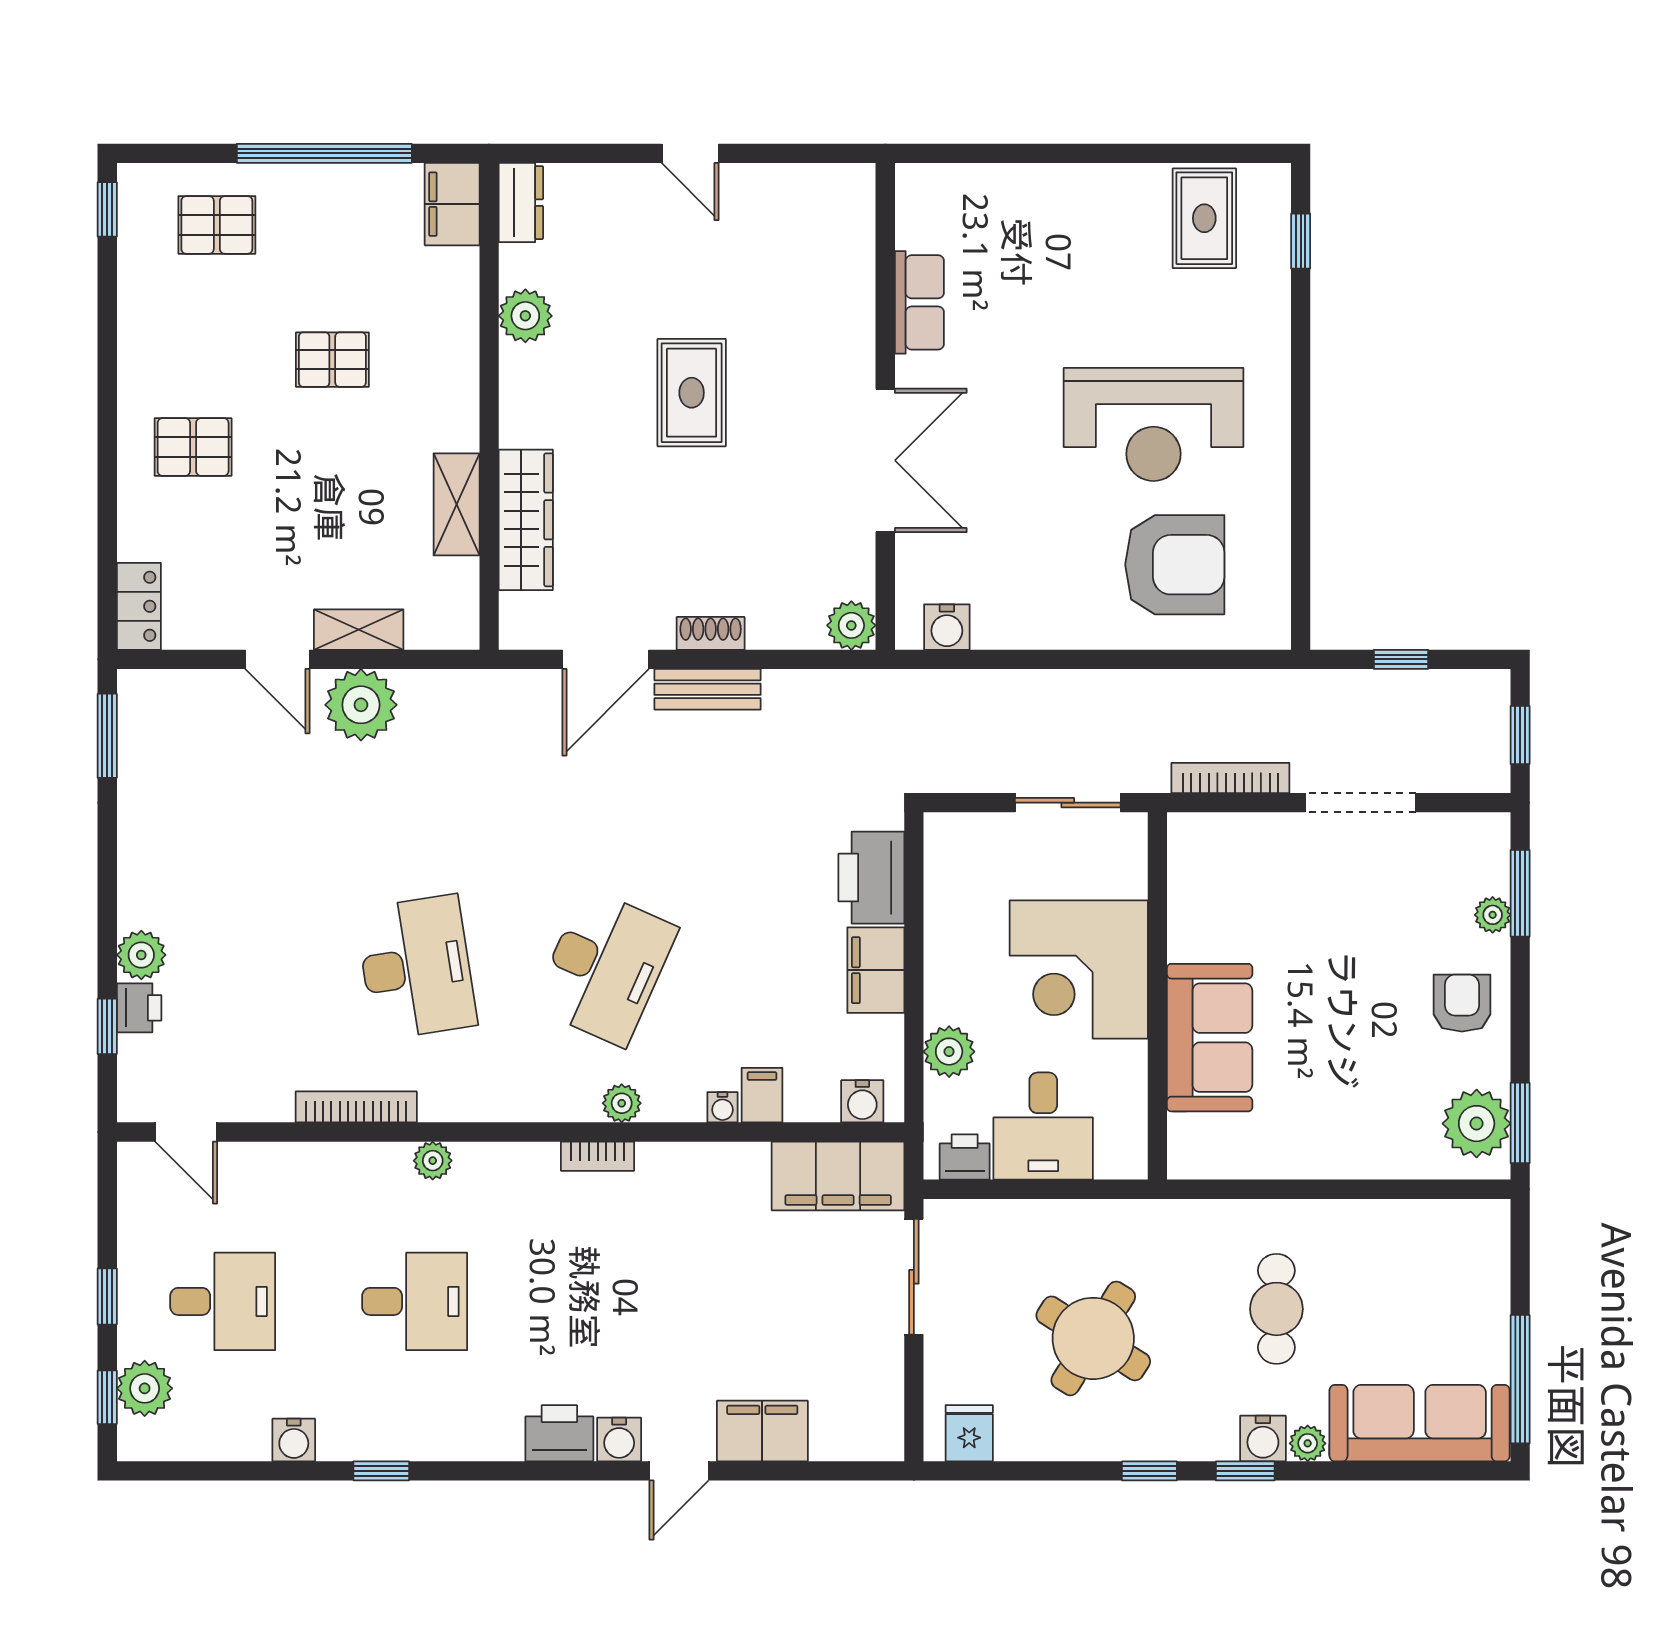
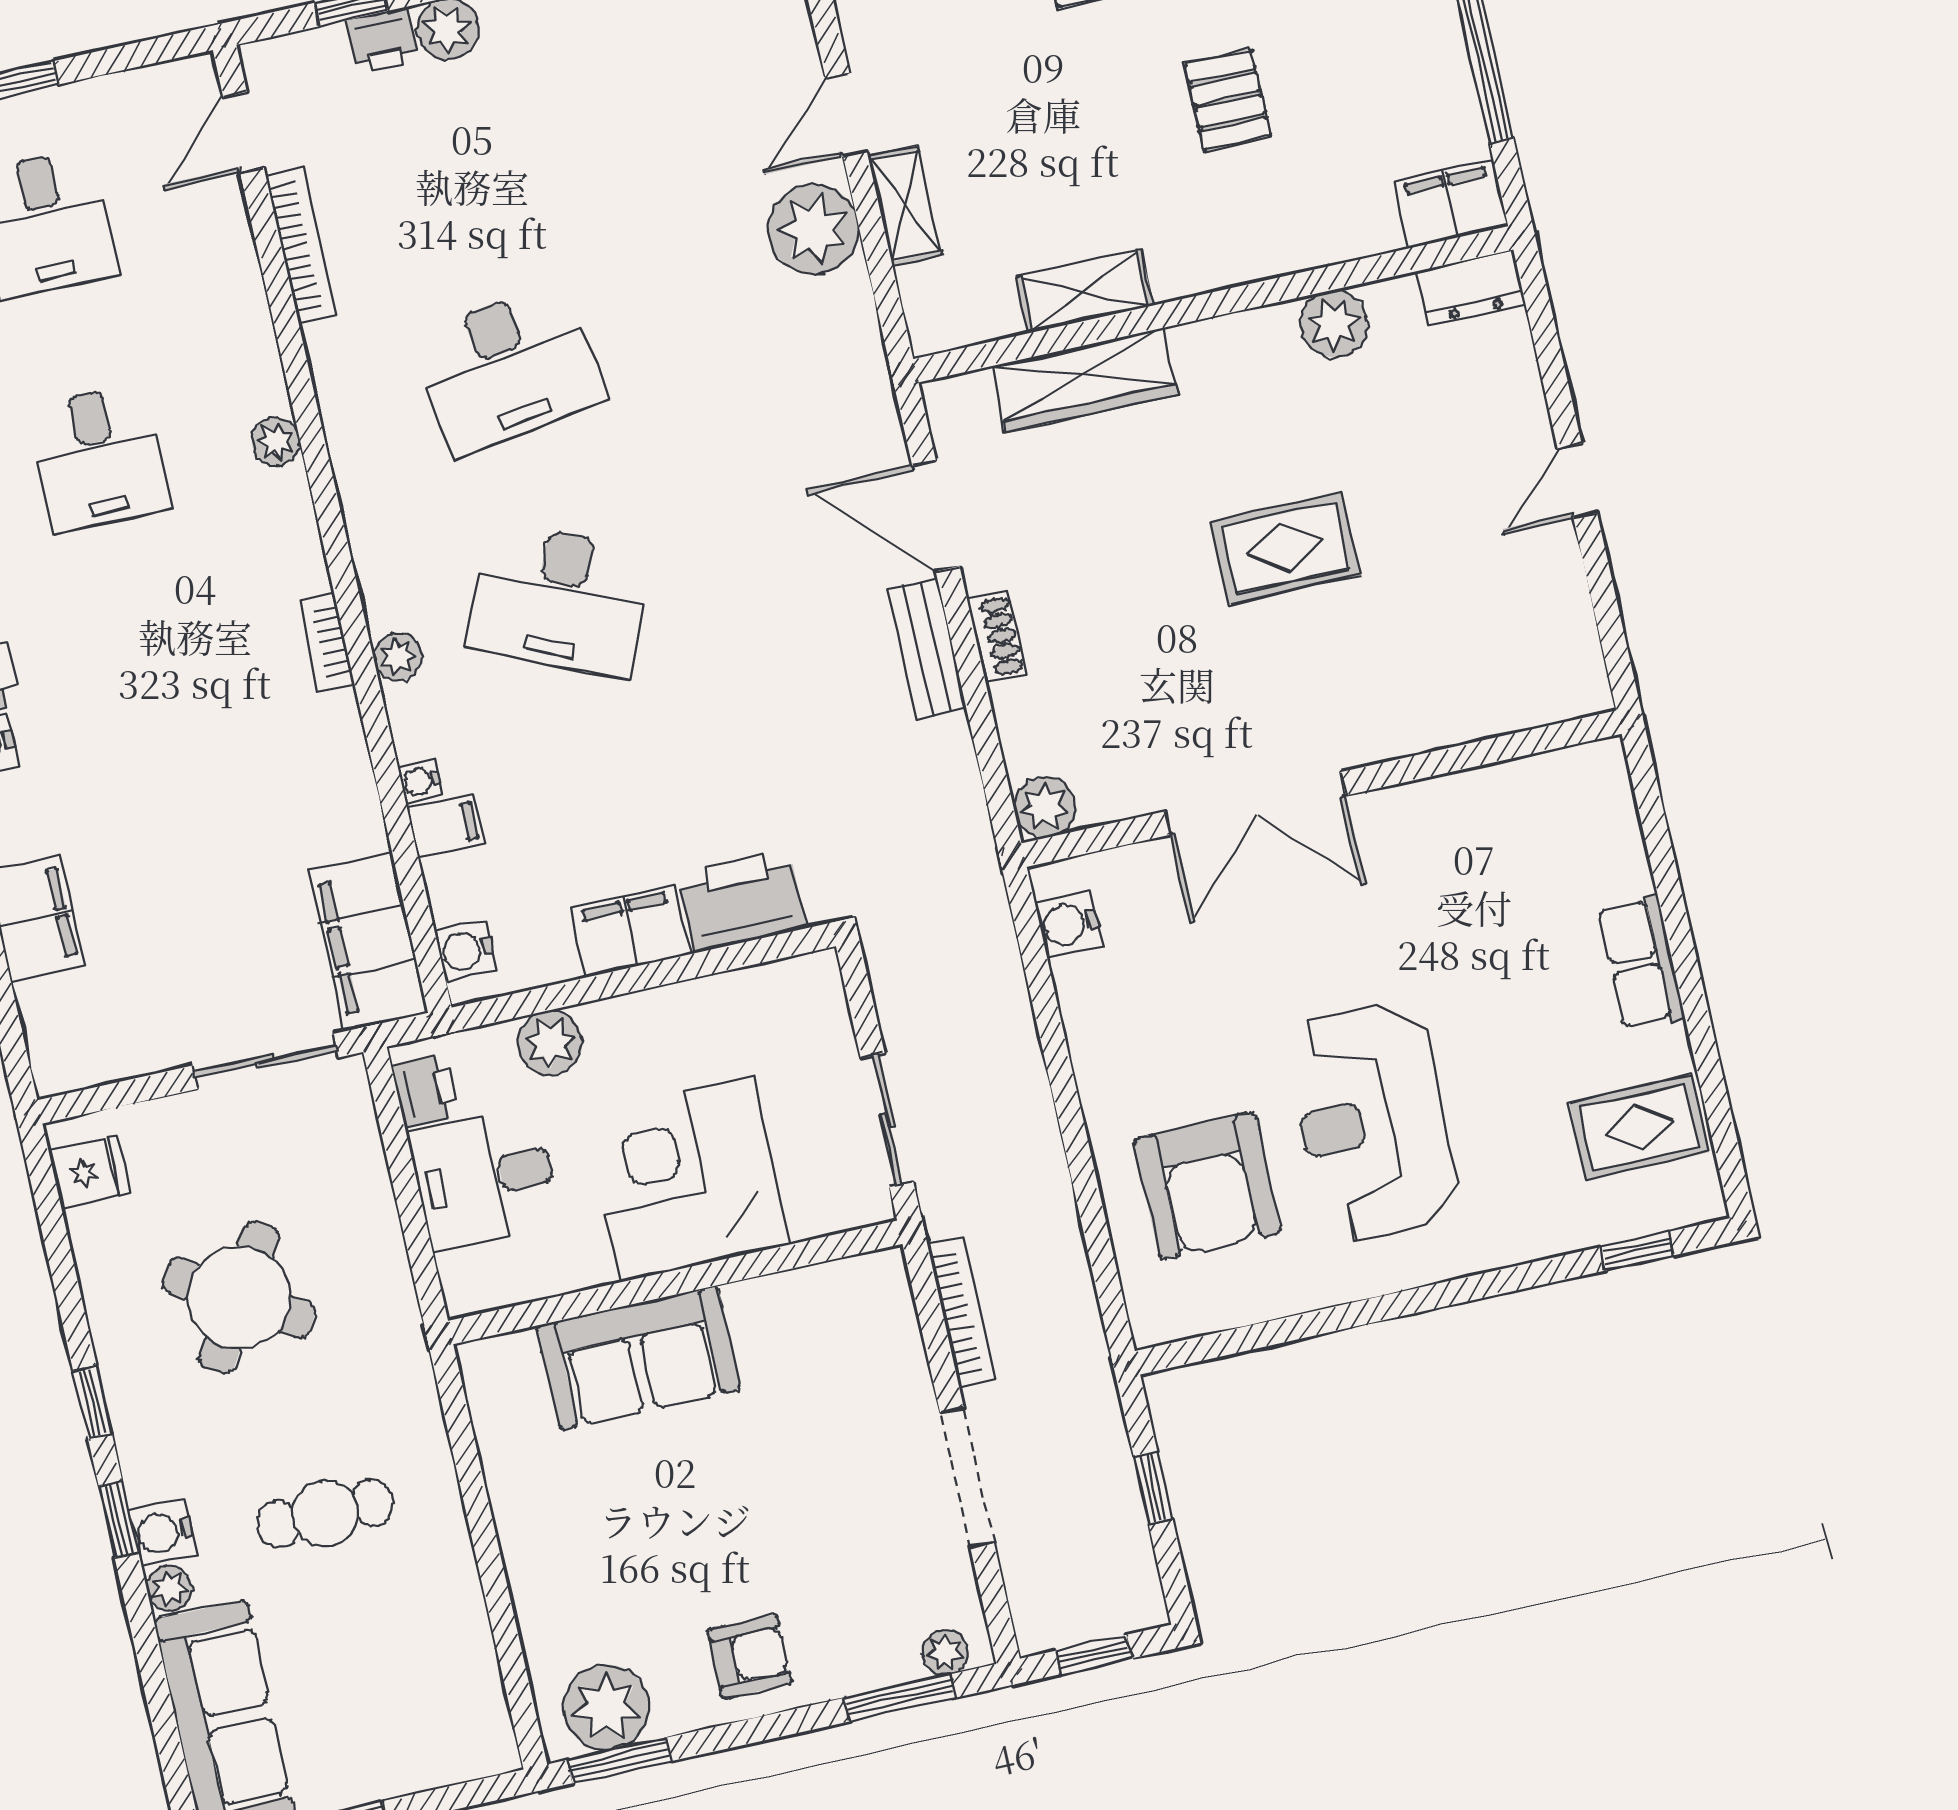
row of seats: (919, 302) -> (1641, 962), moved, turned 90
plant: (1493, 915) -> (945, 1652), moved
bookcase: (356, 1107) -> (301, 245), moved

